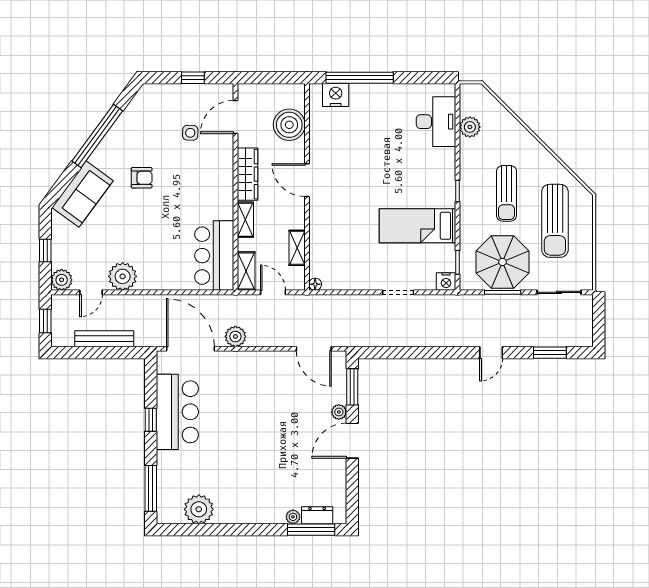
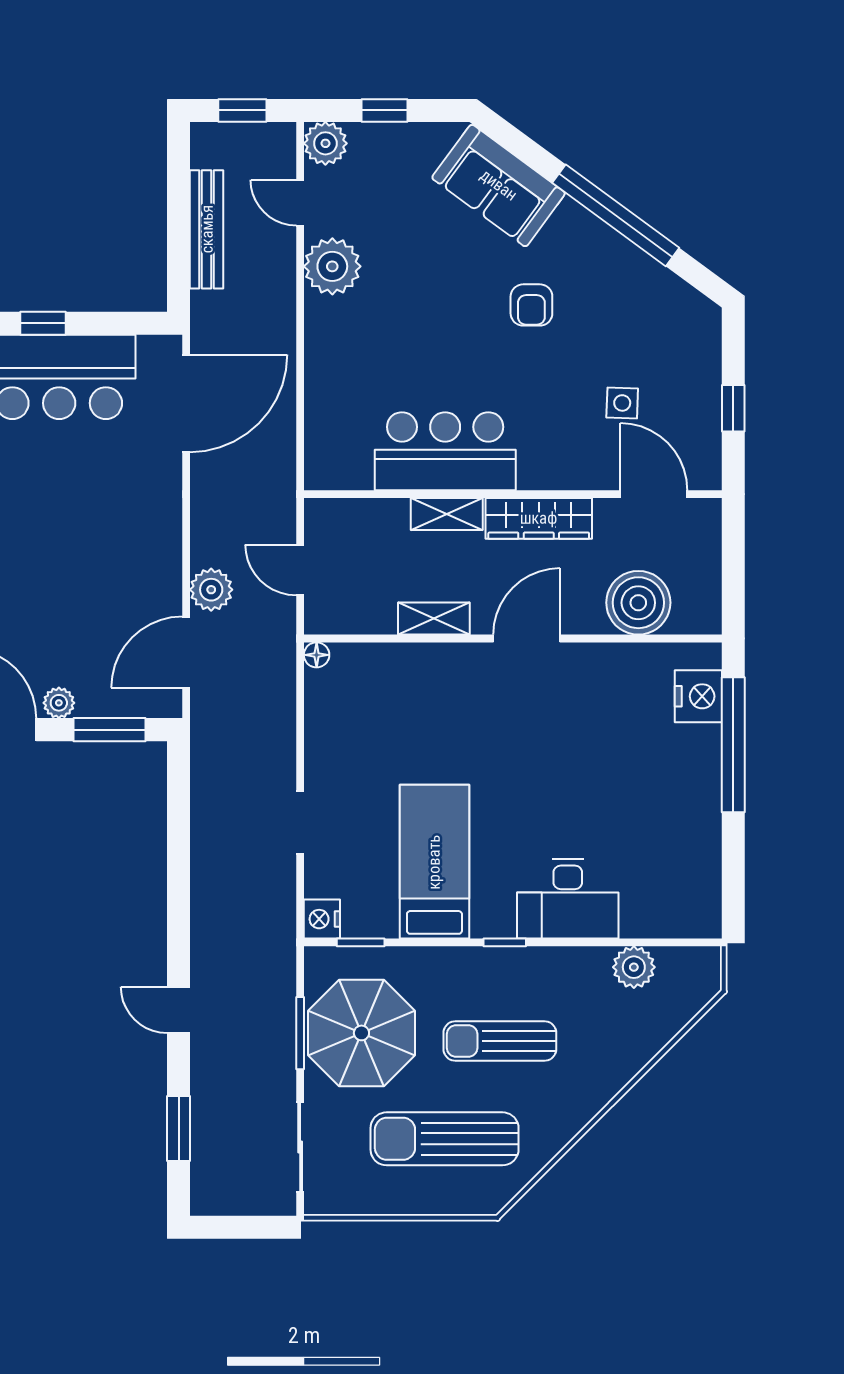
desk: (436, 122) -> (568, 899), moved
shelving: (297, 248) -> (434, 619), moved
bar counter: (214, 256) -> (445, 451), moved
shelving: (246, 271) -> (343, 516), removed
door: (273, 292) -> (300, 570), swing flipped
plant: (235, 336) -> (211, 590), moved

